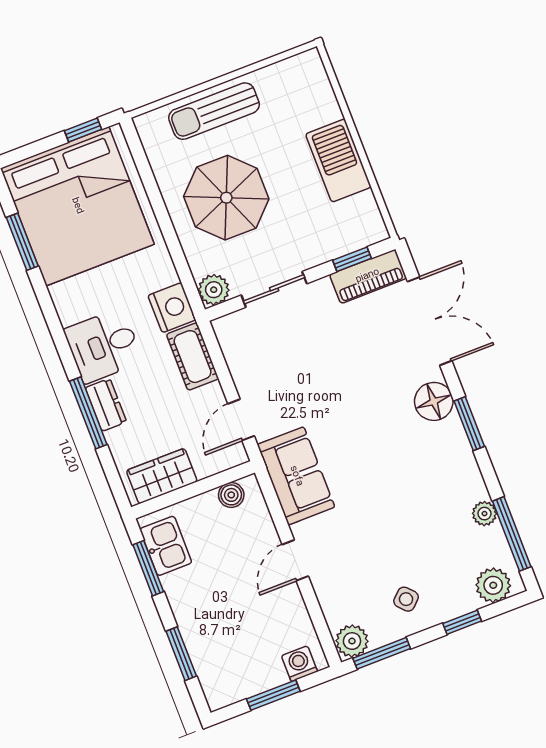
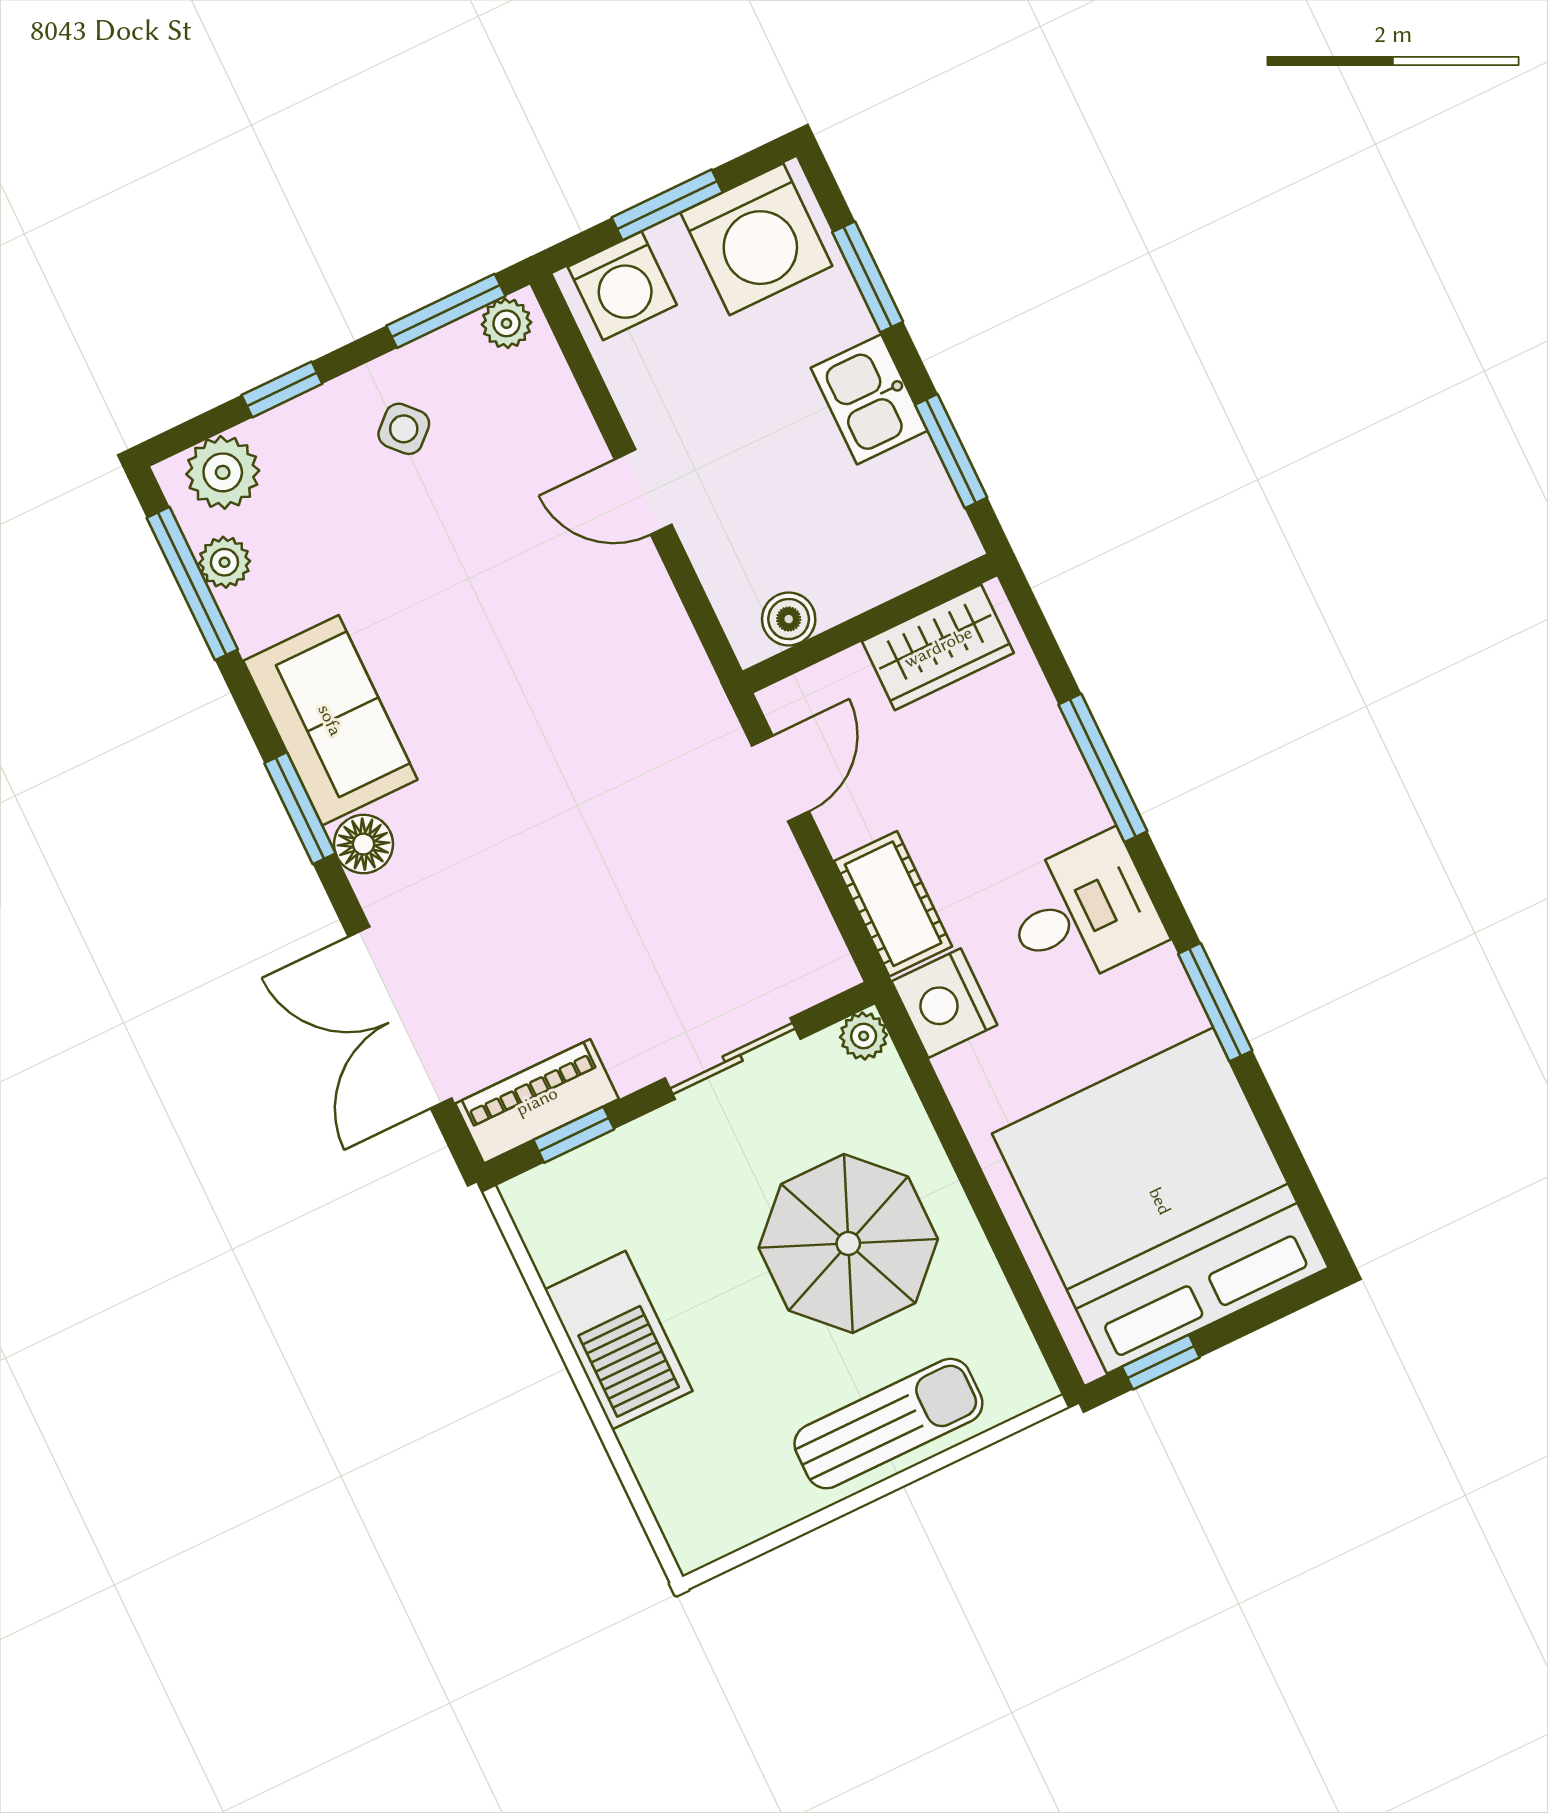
window: (22, 242) -> (1215, 1002), moved
plant: (214, 290) -> (864, 1036), width x0.73, depth x0.73
floor lamp: (434, 401) -> (363, 844), width x0.73, depth x0.73
dresser: (106, 405) -> (1067, 788), removed
sofa: (296, 476) -> (330, 720), moved, turned 180
plant: (484, 514) -> (224, 562), moved
kitchen sink: (166, 546) -> (869, 399), moved
door: (295, 560) -> (643, 492), swing flipped
plant: (352, 641) -> (506, 323), width x0.73, depth x0.73
washing machine: (299, 664) -> (622, 286), width x1.38, depth x1.38
washing machine: (232, 676) -> (756, 239), added

